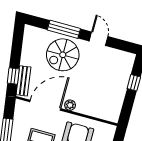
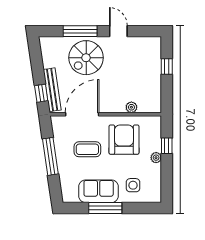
bench: (23, 81) -> (52, 90), width x1.36
plant: (70, 105) -> (131, 107), moved

